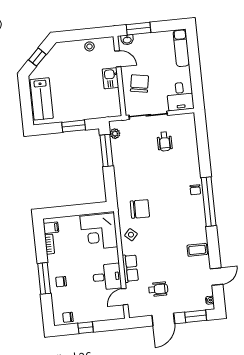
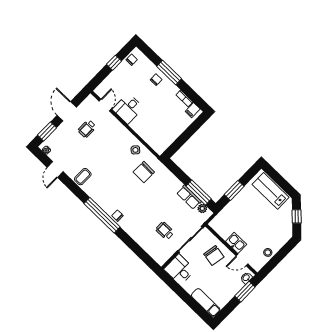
corner desk: (99, 232) -> (159, 134), removed
row of seats: (130, 268) -> (189, 197), moved

